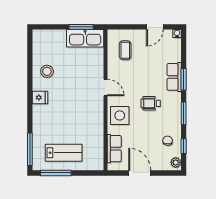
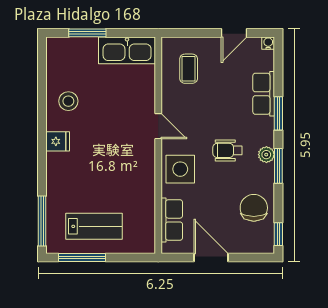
window: (81, 27) -> (87, 33), moved
row of seats: (174, 77) -> (264, 94), moved
chair: (168, 141) -> (254, 208), width x1.87, depth x1.87
window: (184, 146) -> (278, 234), moved
plant: (176, 162) -> (266, 155), moved

